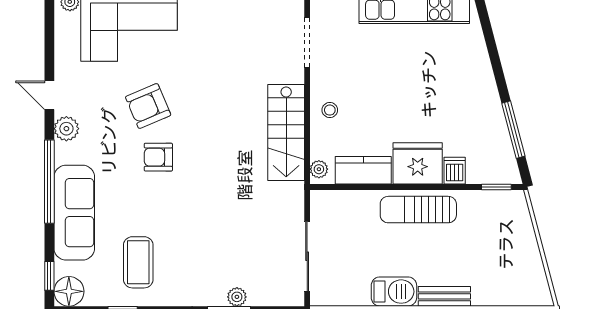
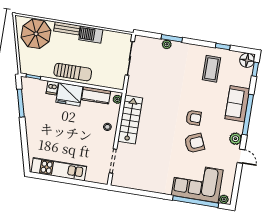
sofa: (74, 213) -> (237, 104), width x0.73
parasol: (505, 275) -> (36, 34), added

